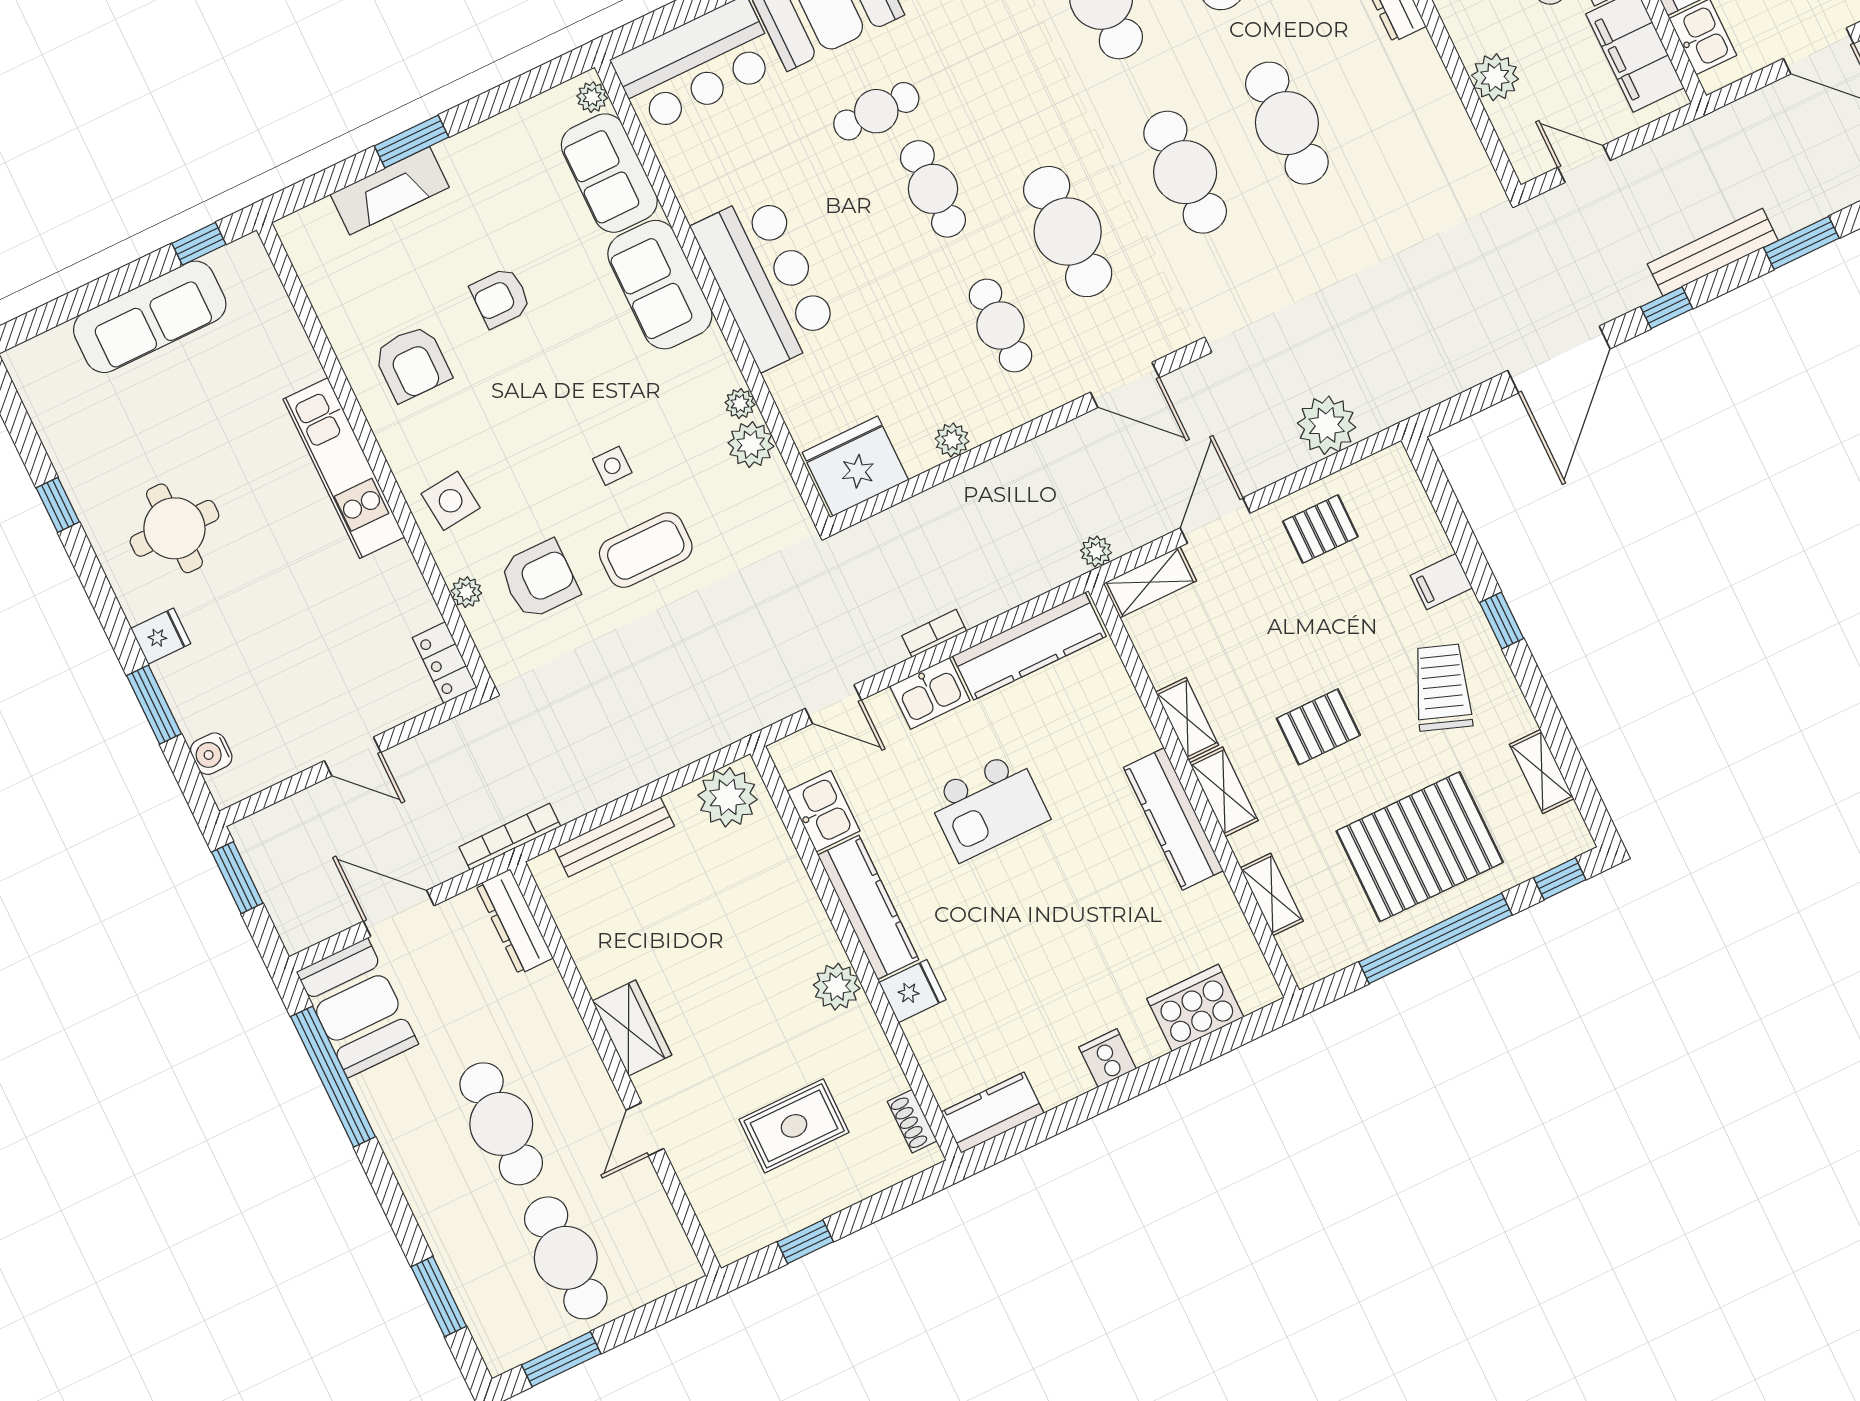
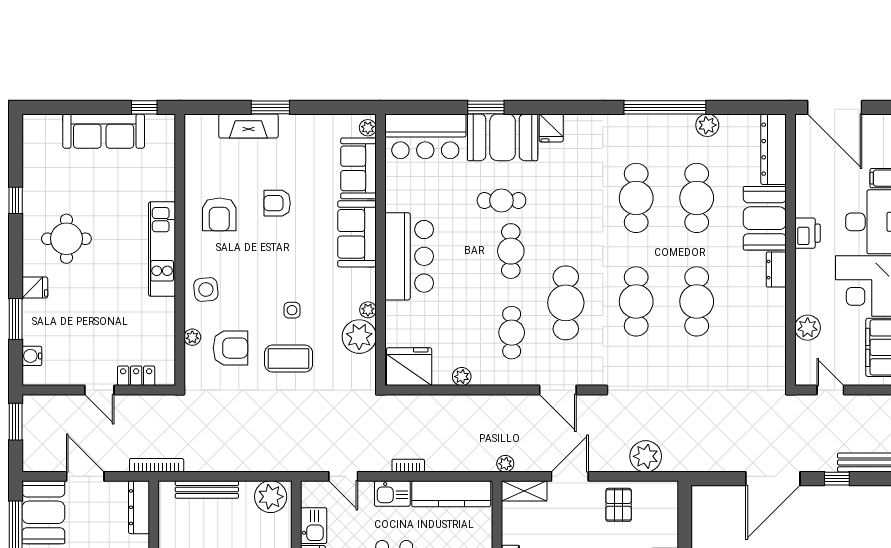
plant: (751, 445) -> (359, 337), width x1.36, depth x1.36
pallet: (1320, 529) -> (619, 505), turned 90
locker: (445, 663) -> (136, 376), moved, turned 90

